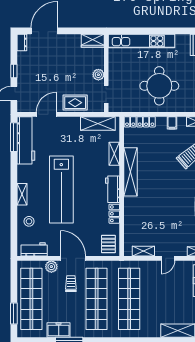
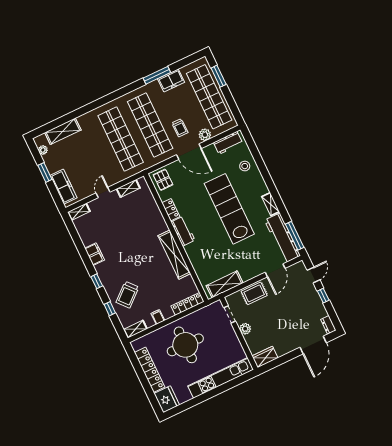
shelving: (114, 154) -> (197, 264), removed
shelving: (22, 194) -> (271, 204), moved

